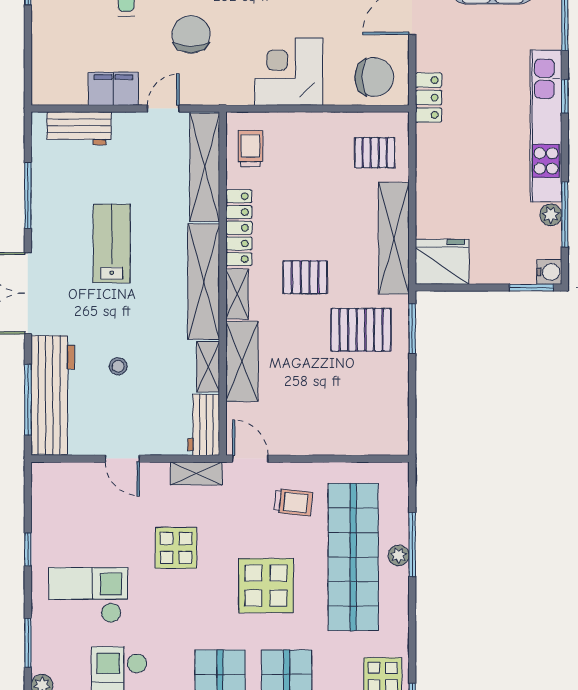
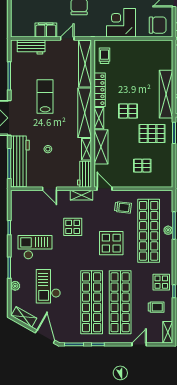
pallet: (375, 153) -> (142, 166), moved

